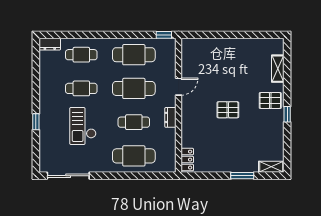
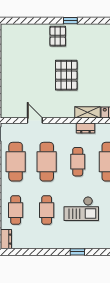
shelving: (278, 69) -> (88, 112), moved
door: (179, 87) -> (35, 120), moved
pallet: (228, 110) -> (66, 75), width x1.50, depth x1.42
dresser: (170, 117) -> (85, 128), moved

